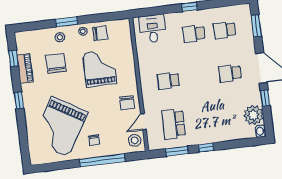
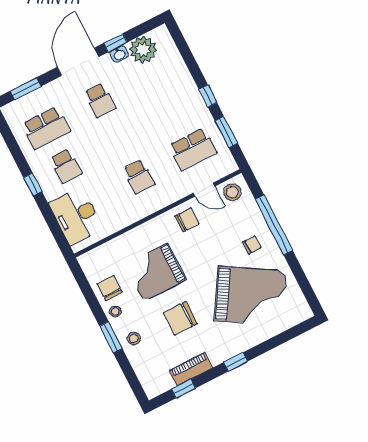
desk: (153, 29) -> (76, 216), width x1.37
school desk: (225, 30) -> (46, 128), width x1.85
chair: (56, 63) -> (180, 318), moved
washbasin: (261, 131) -> (119, 54), moved

